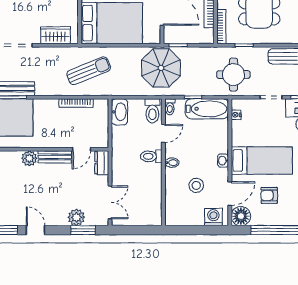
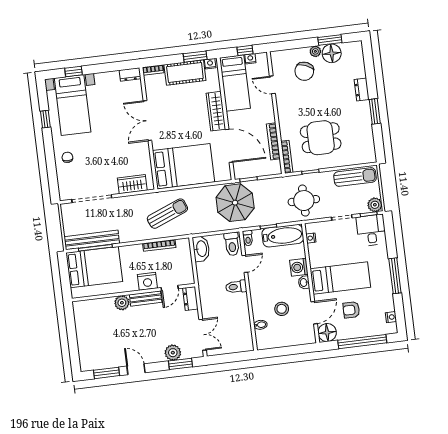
nightstand: (59, 139) -> (147, 281), added
bidet: (172, 163) -> (260, 325), moved
washing machine: (213, 217) -> (299, 267), moved, turned -90

